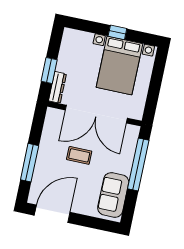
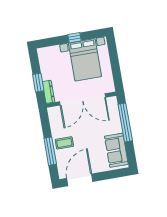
coffee table: (79, 155) -> (64, 143), moved

